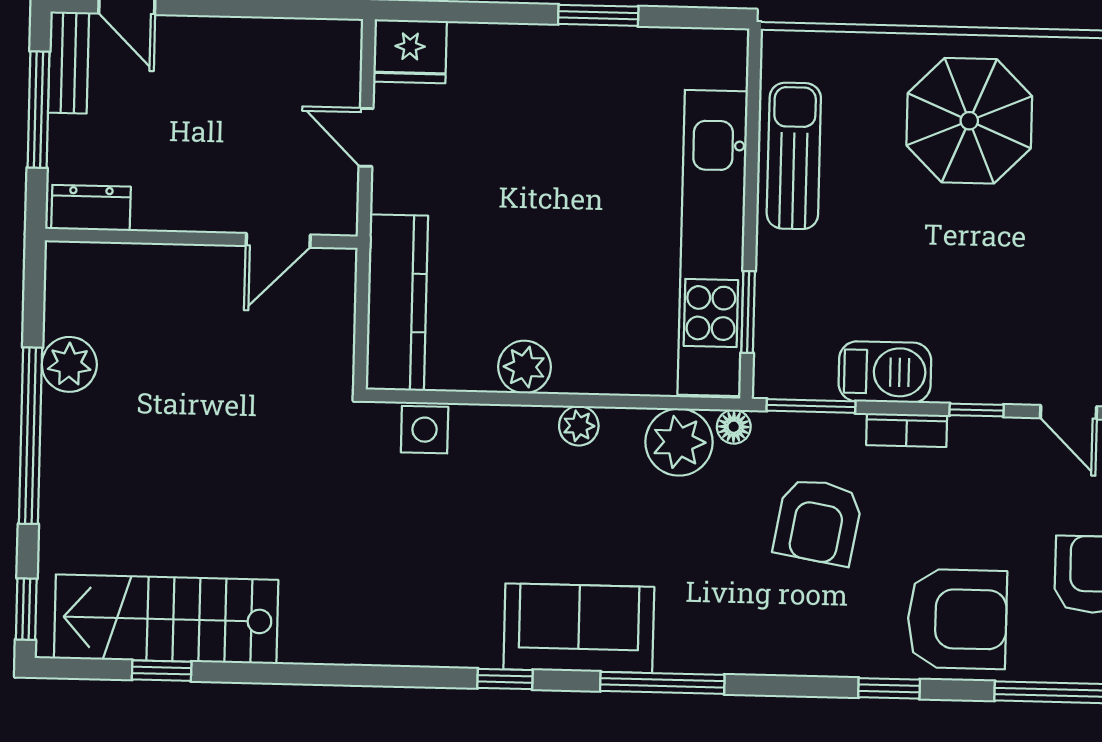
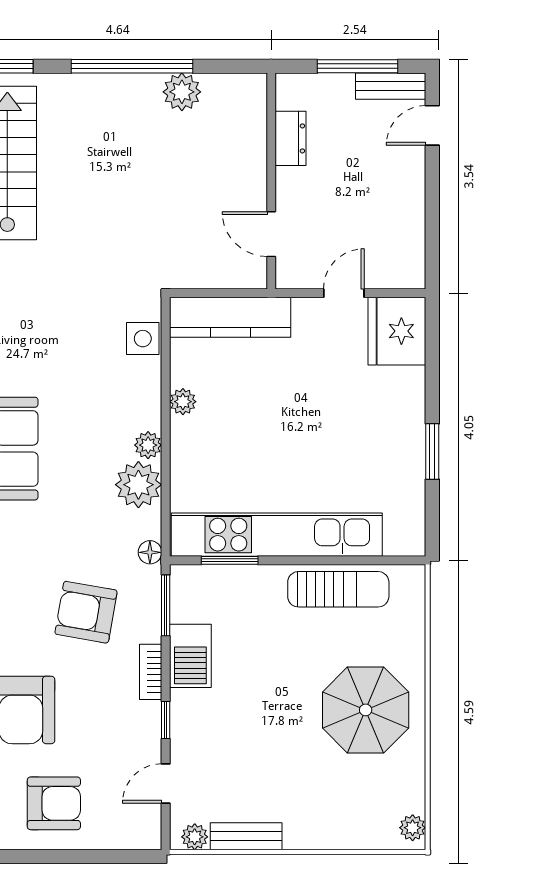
fridge: (410, 51) -> (397, 331), width x1.36, depth x1.34
dresser: (91, 208) -> (290, 138), moved
plant: (524, 367) -> (183, 402), width x0.73, depth x0.73
plant: (679, 442) -> (138, 485), moved

